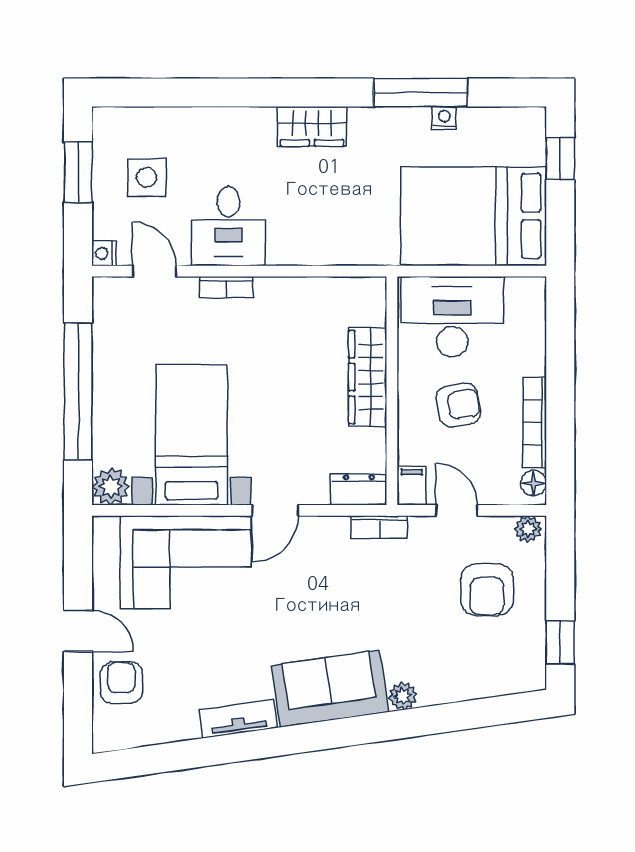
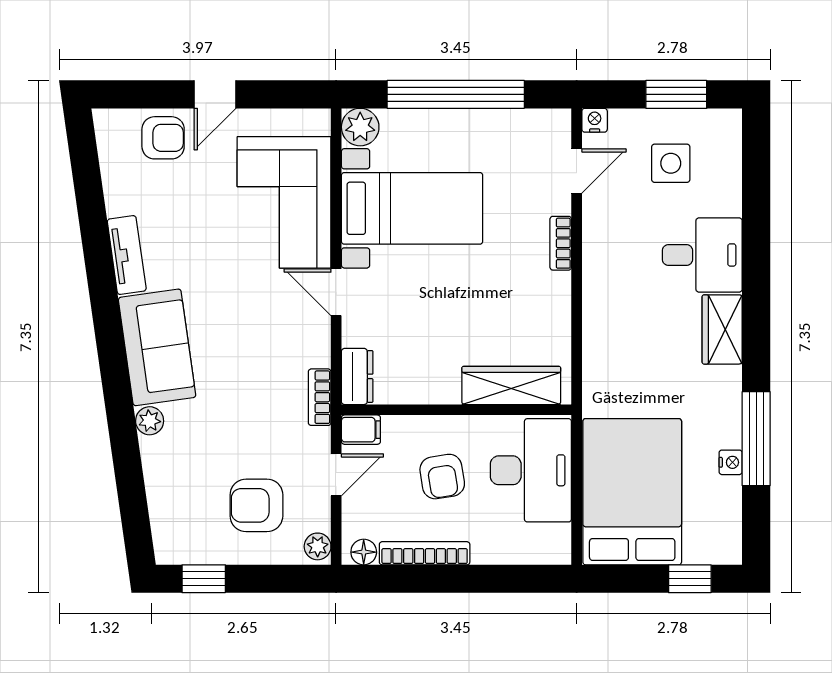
desk: (229, 226) -> (702, 255), moved, turned 180
wardrobe: (368, 377) -> (511, 385), moved

